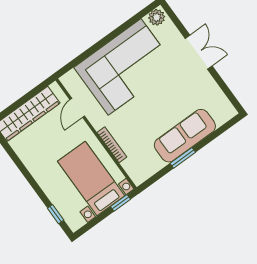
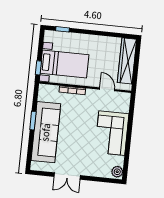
double door: (199, 52) -> (67, 176), moved
corner sofa: (125, 67) -> (112, 133), width x0.73, depth x0.74
sofa: (185, 136) -> (46, 132), width x1.36, depth x1.27

